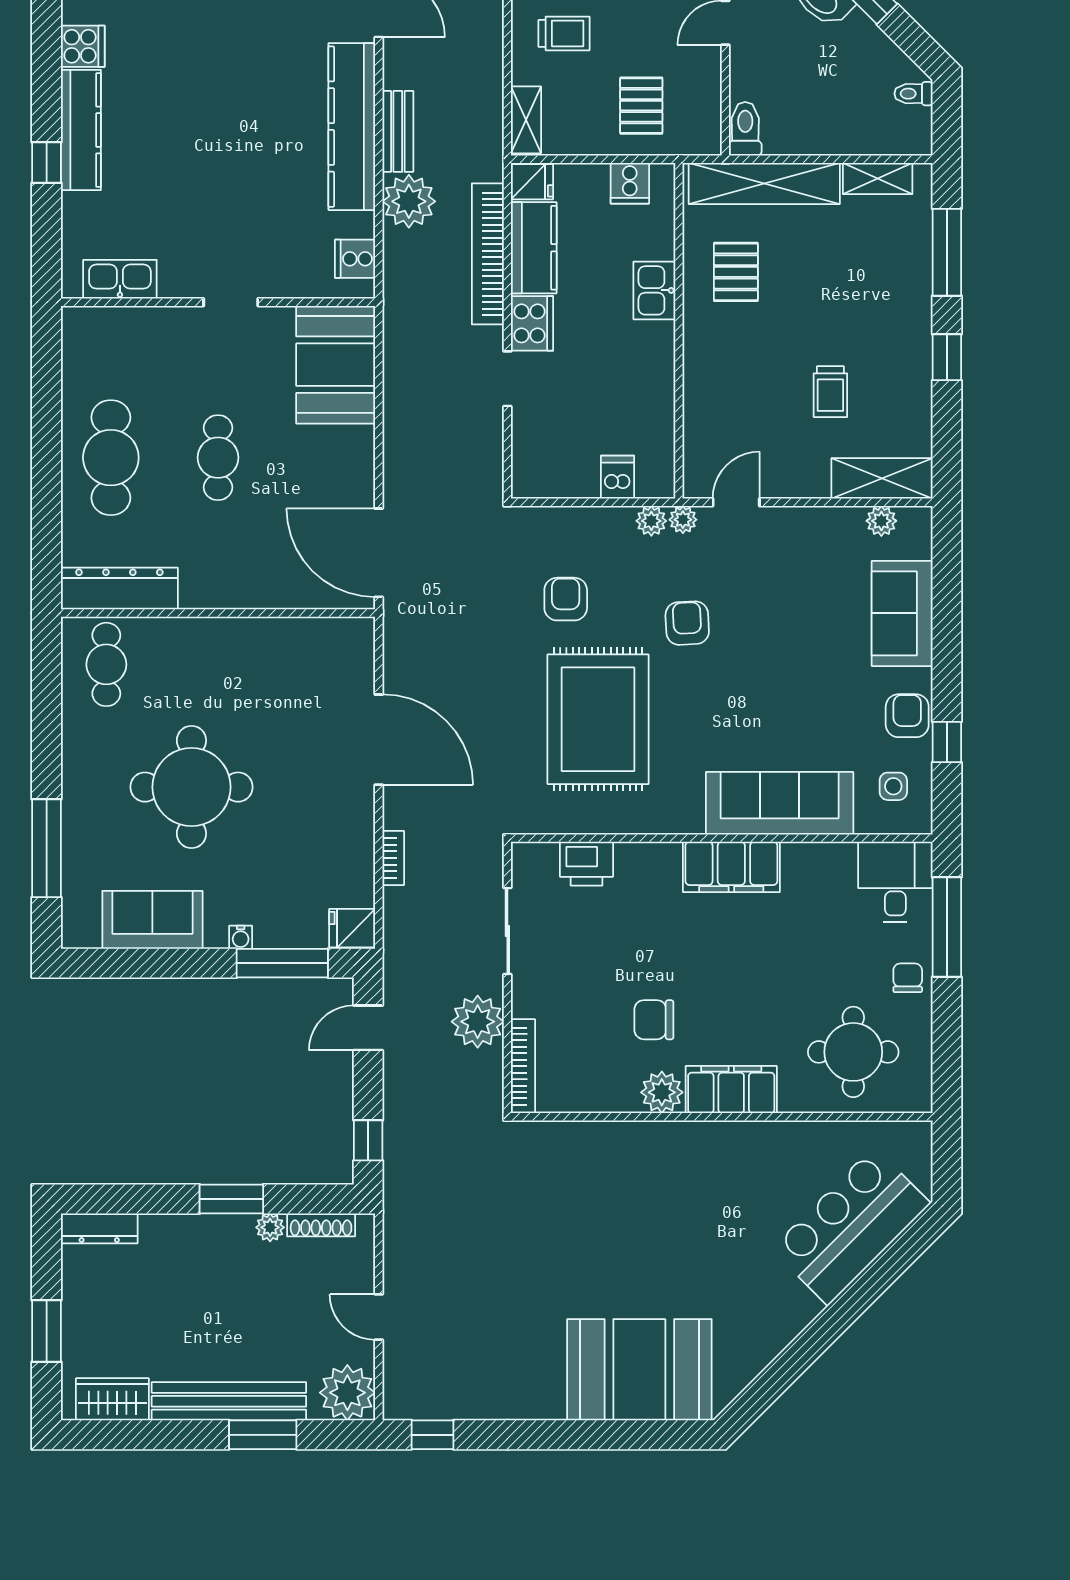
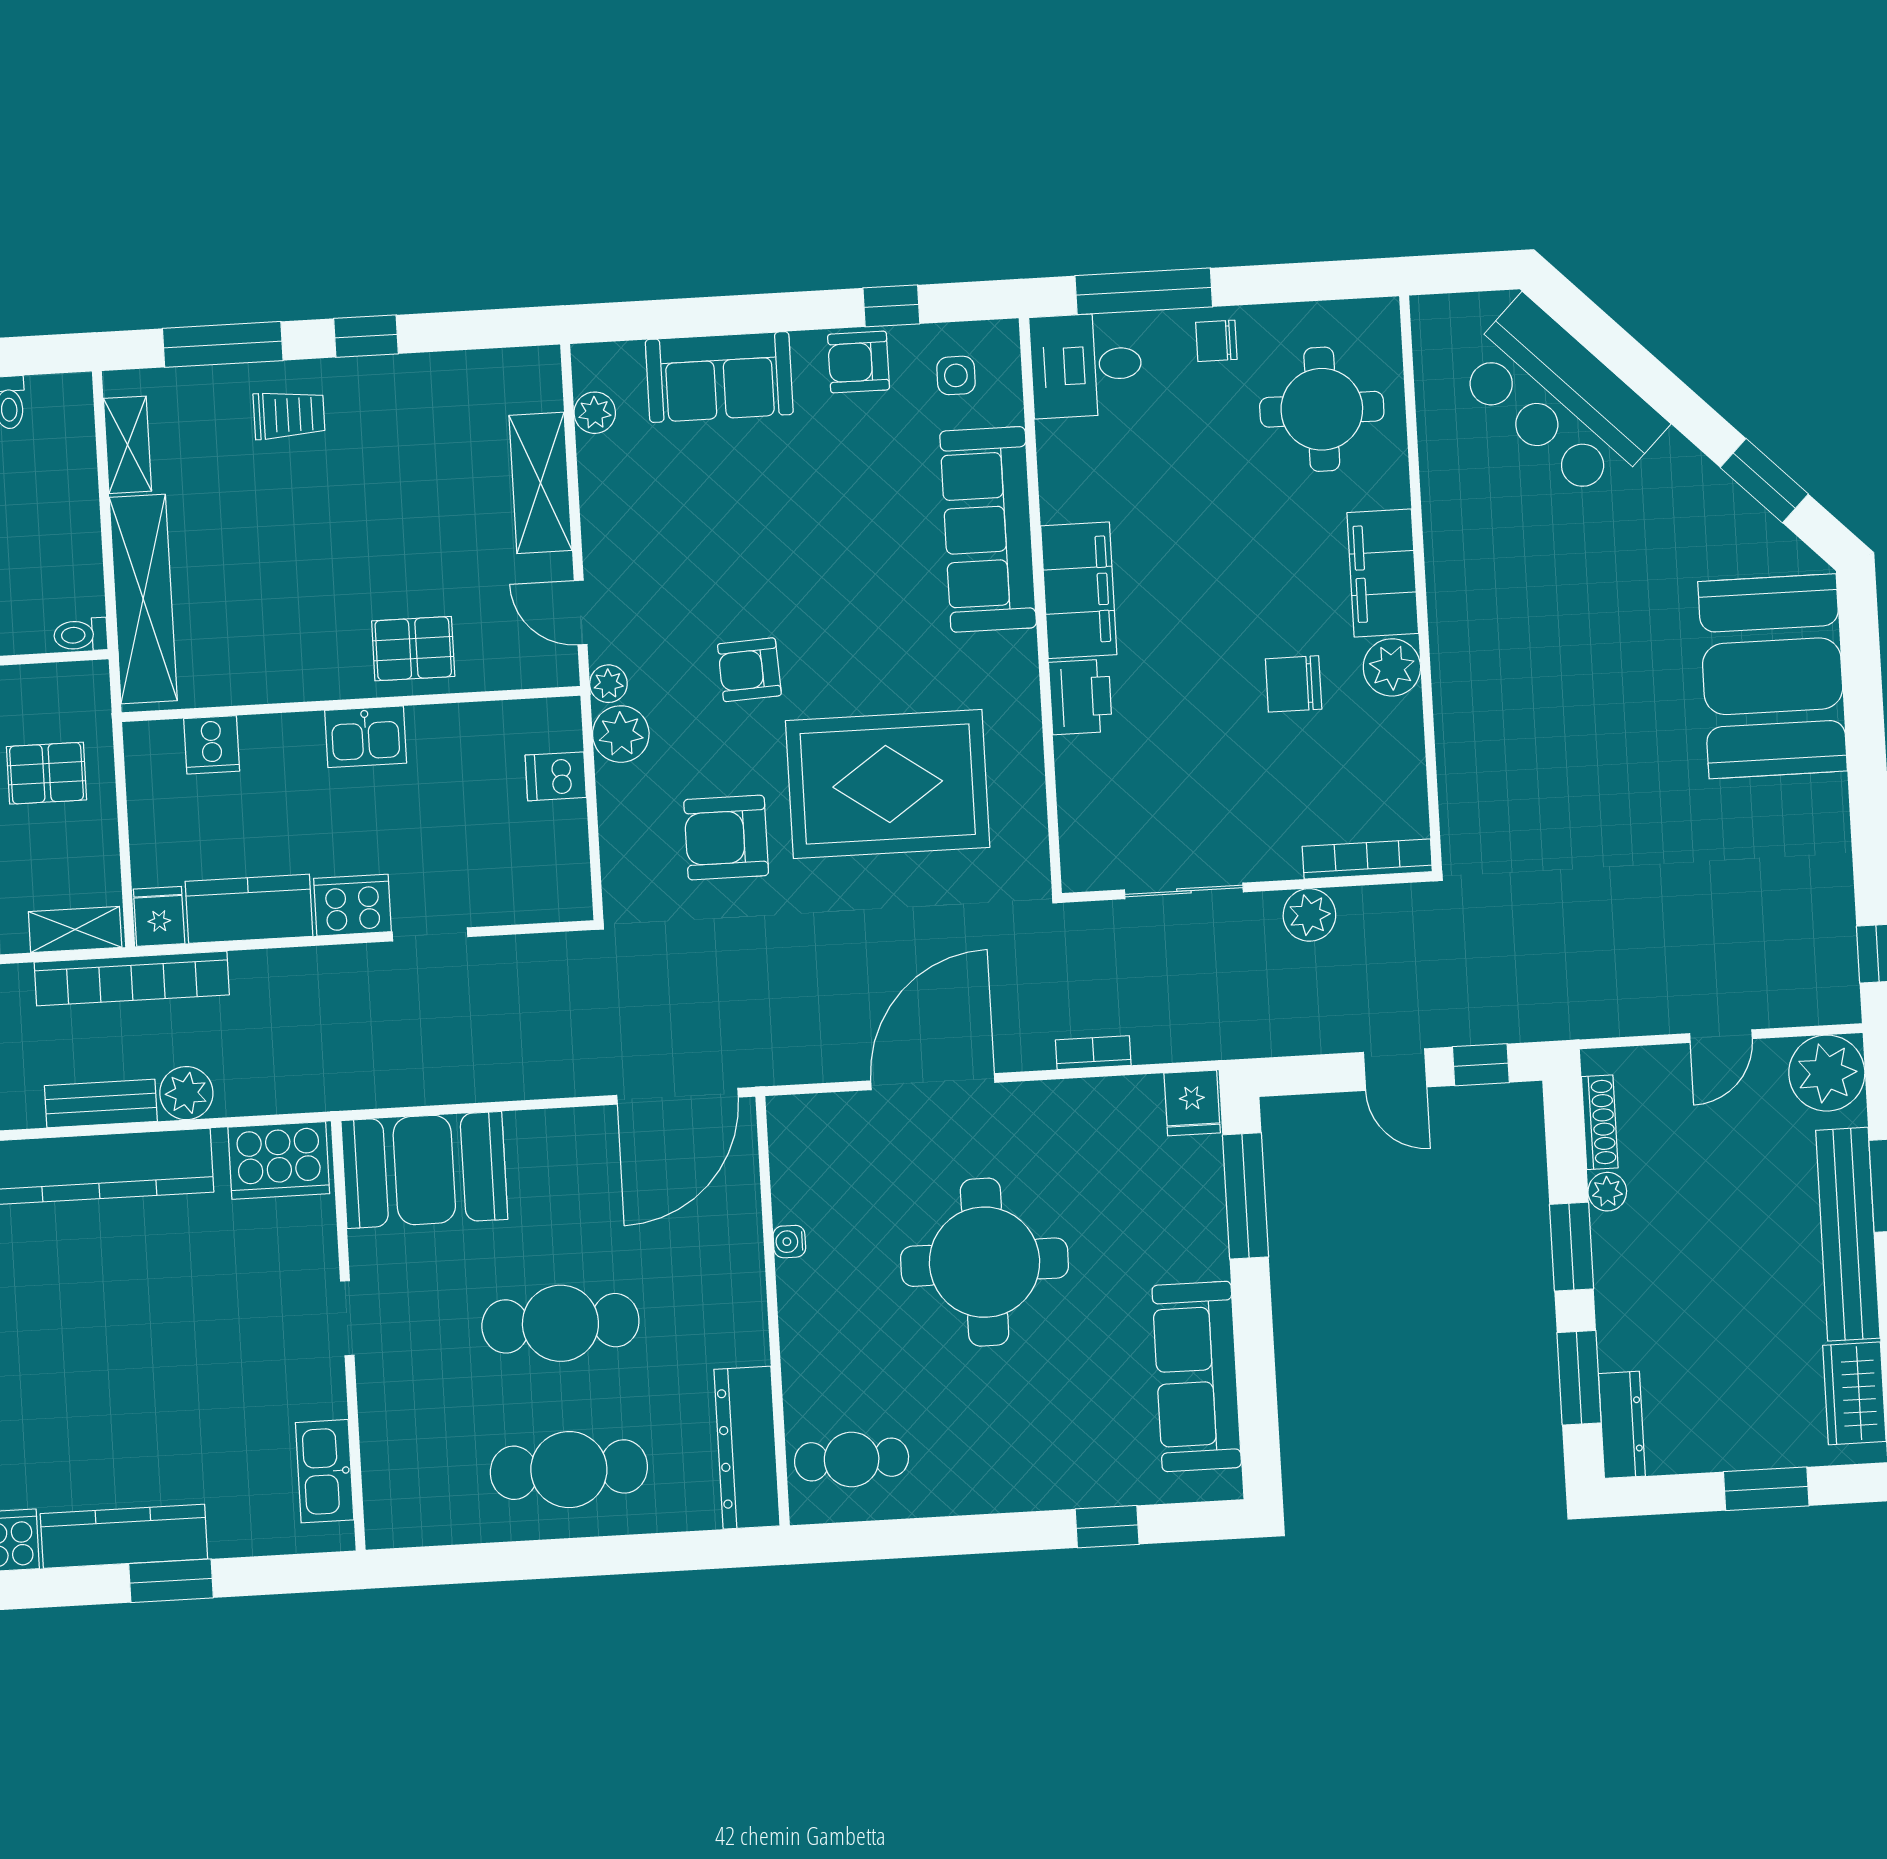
toilet: (745, 129) -> (81, 635), width x0.73, depth x0.72
window: (47, 162) -> (171, 1581), width x1.50
cooker: (630, 183) -> (212, 745), moved, turned 90
plant: (409, 201) -> (186, 1093), width x0.73, depth x0.73
bookcase: (488, 254) -> (132, 978), moved
cooker: (355, 259) -> (279, 1160), width x1.87, depth x1.31
pallet: (736, 272) -> (413, 649), moved
kitchen sink: (654, 290) -> (366, 737), moved
trolley: (830, 392) -> (289, 415), moved
cafe table: (218, 458) -> (560, 1323), width x1.37, depth x1.35
shelving: (882, 478) -> (541, 483), moved
plant: (651, 521) -> (621, 734), width x1.38, depth x1.38
armchair: (566, 599) -> (726, 838), width x1.38, depth x1.38
round table: (191, 787) -> (985, 1262), moved
window: (47, 848) -> (1107, 1527), width x0.46
printer: (587, 864) -> (1080, 697), moved
sofa: (152, 920) -> (1197, 1376), width x1.36
water cooler: (241, 937) -> (789, 1242), moved, turned 180
chair: (654, 1020) -> (1294, 684), turned 90
plant: (478, 1022) -> (1309, 915), width x0.73, depth x0.73
door: (368, 1028) -> (1395, 1070), moved
window: (135, 1199) -> (1579, 1378), added
window: (783, 1372) -> (1764, 481), added

